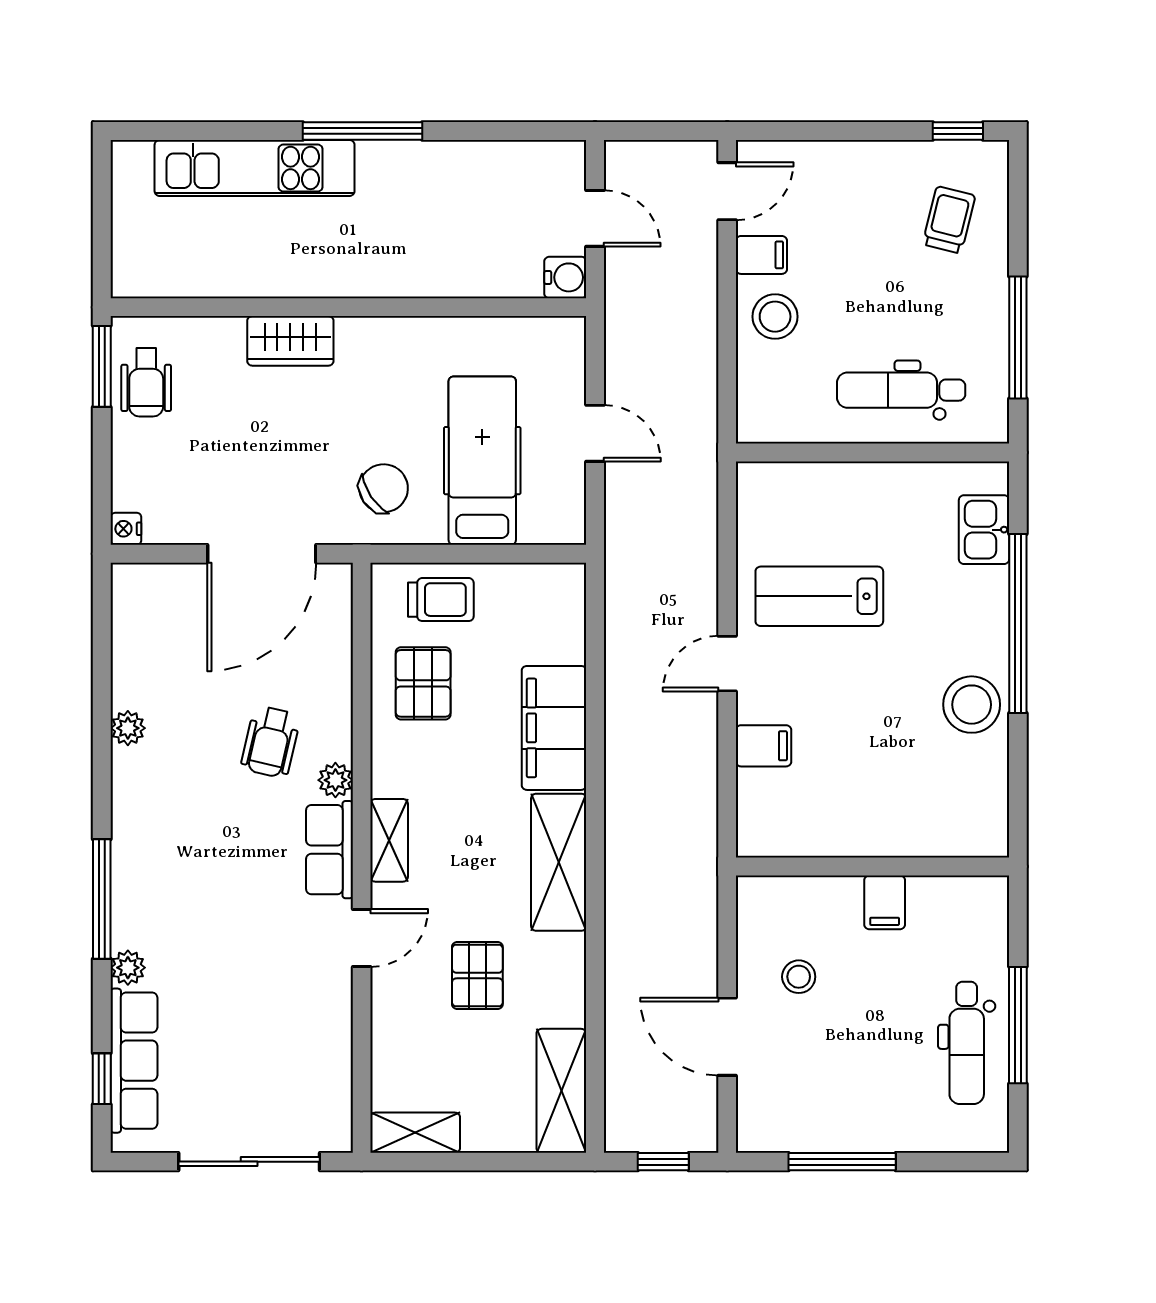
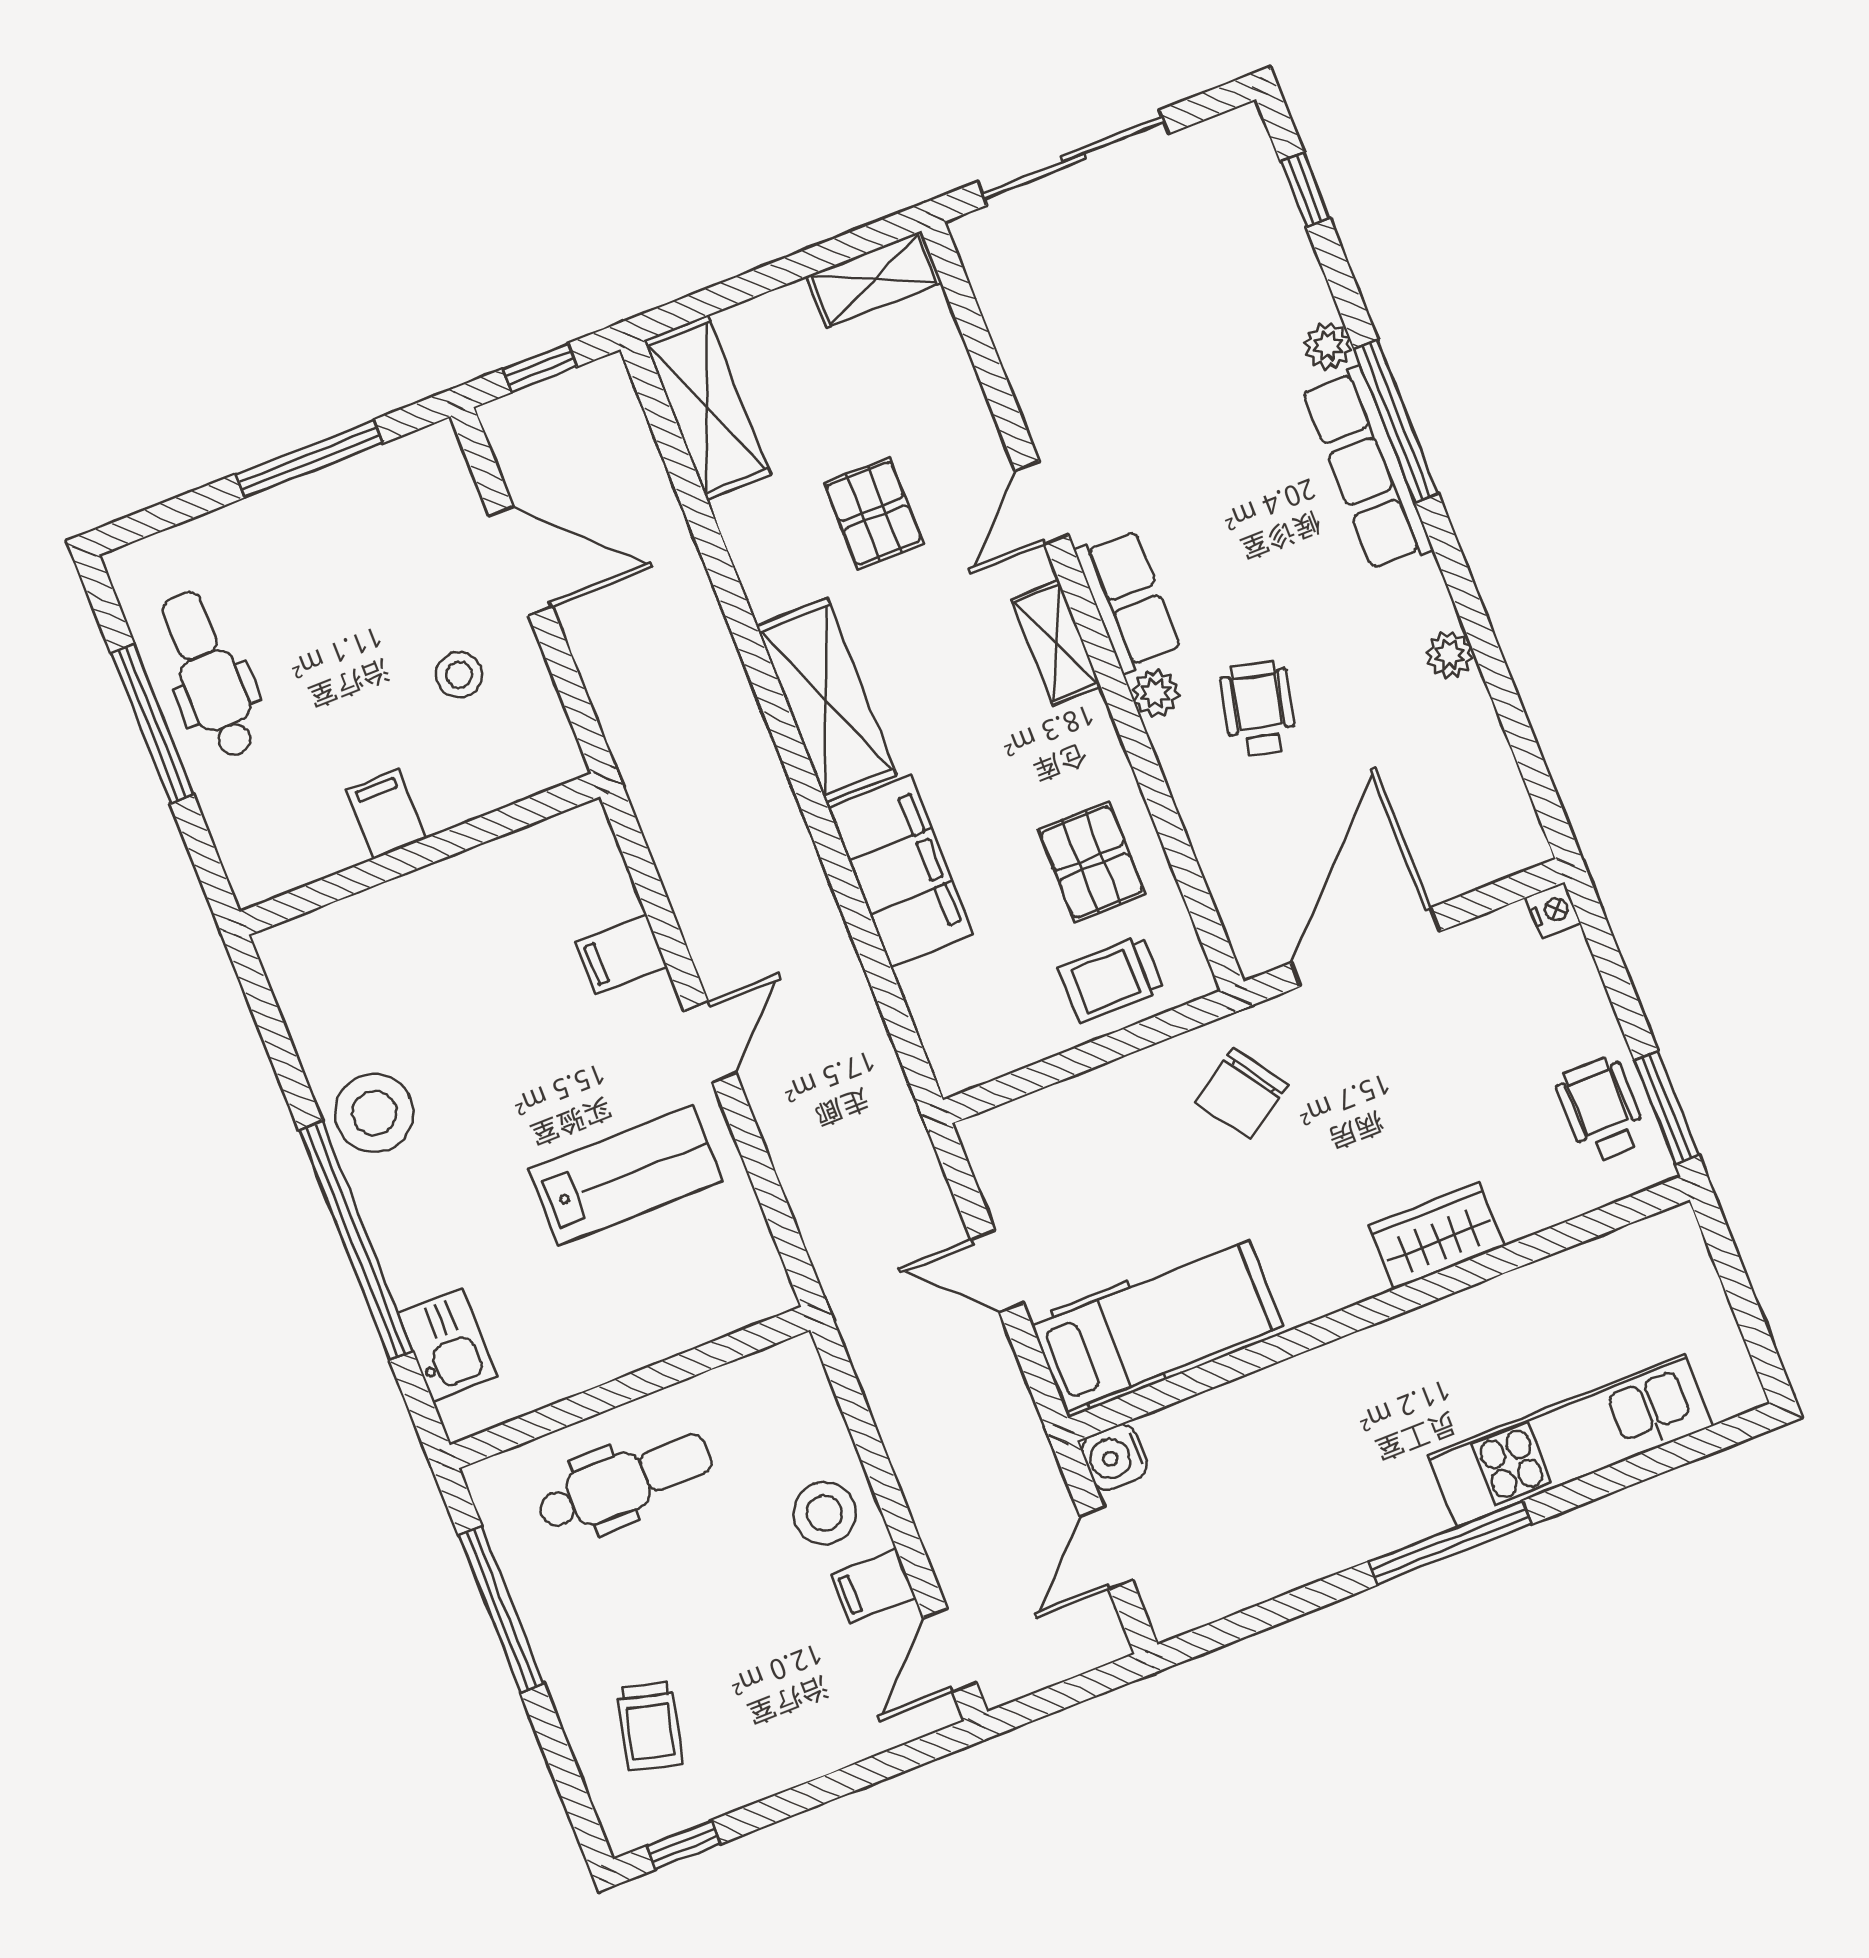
door: (595, 218) -> (1106, 1548), hinge flipped
hospital bed: (482, 461) -> (1157, 1326), moved, turned -90
row of seats: (134, 1061) -> (1367, 469), moved

